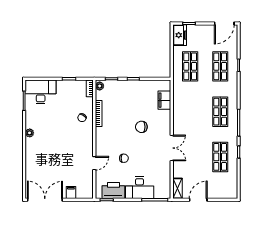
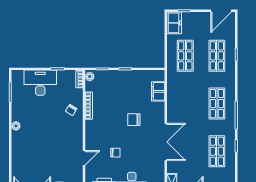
desk: (41, 92) -> (40, 83), moved
double door: (172, 148) -> (166, 142), width x1.37

